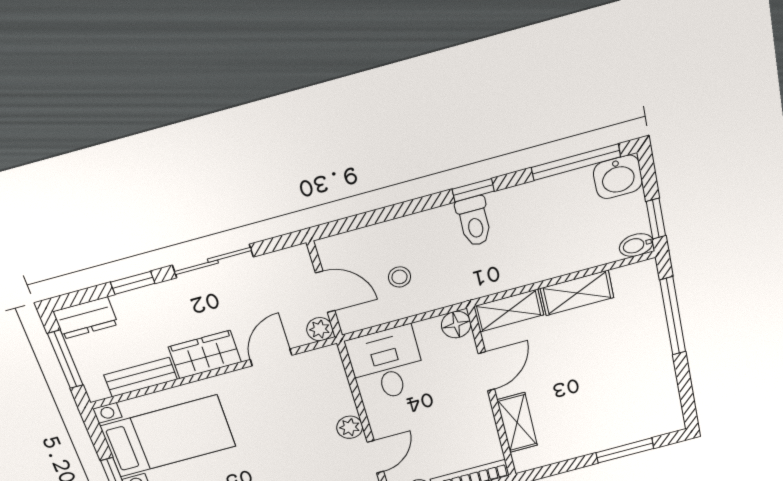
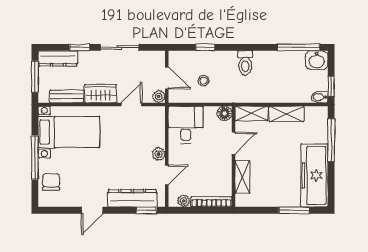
window: (473, 190) -> (205, 47), moved
dresser: (86, 318) -> (58, 58), width x1.44
freezer: (651, 384) -> (314, 175), added

